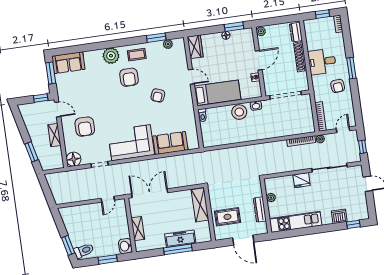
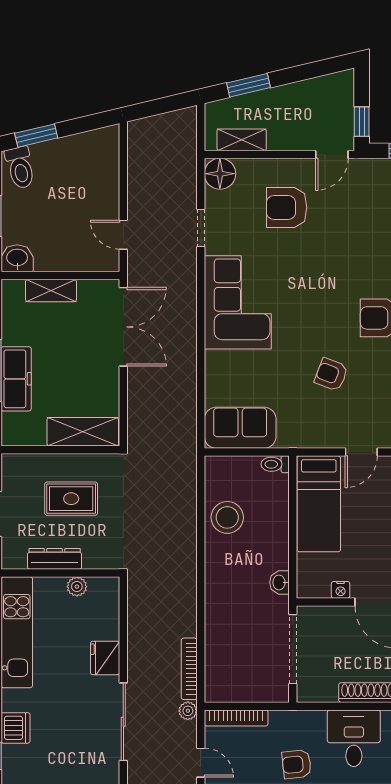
stool: (239, 112) -> (227, 517), moved
shelving: (54, 135) -> (242, 140), moved
sofa: (170, 143) -> (240, 428), moved, turned -90
rug: (227, 217) -> (71, 499), moved, turned 90

